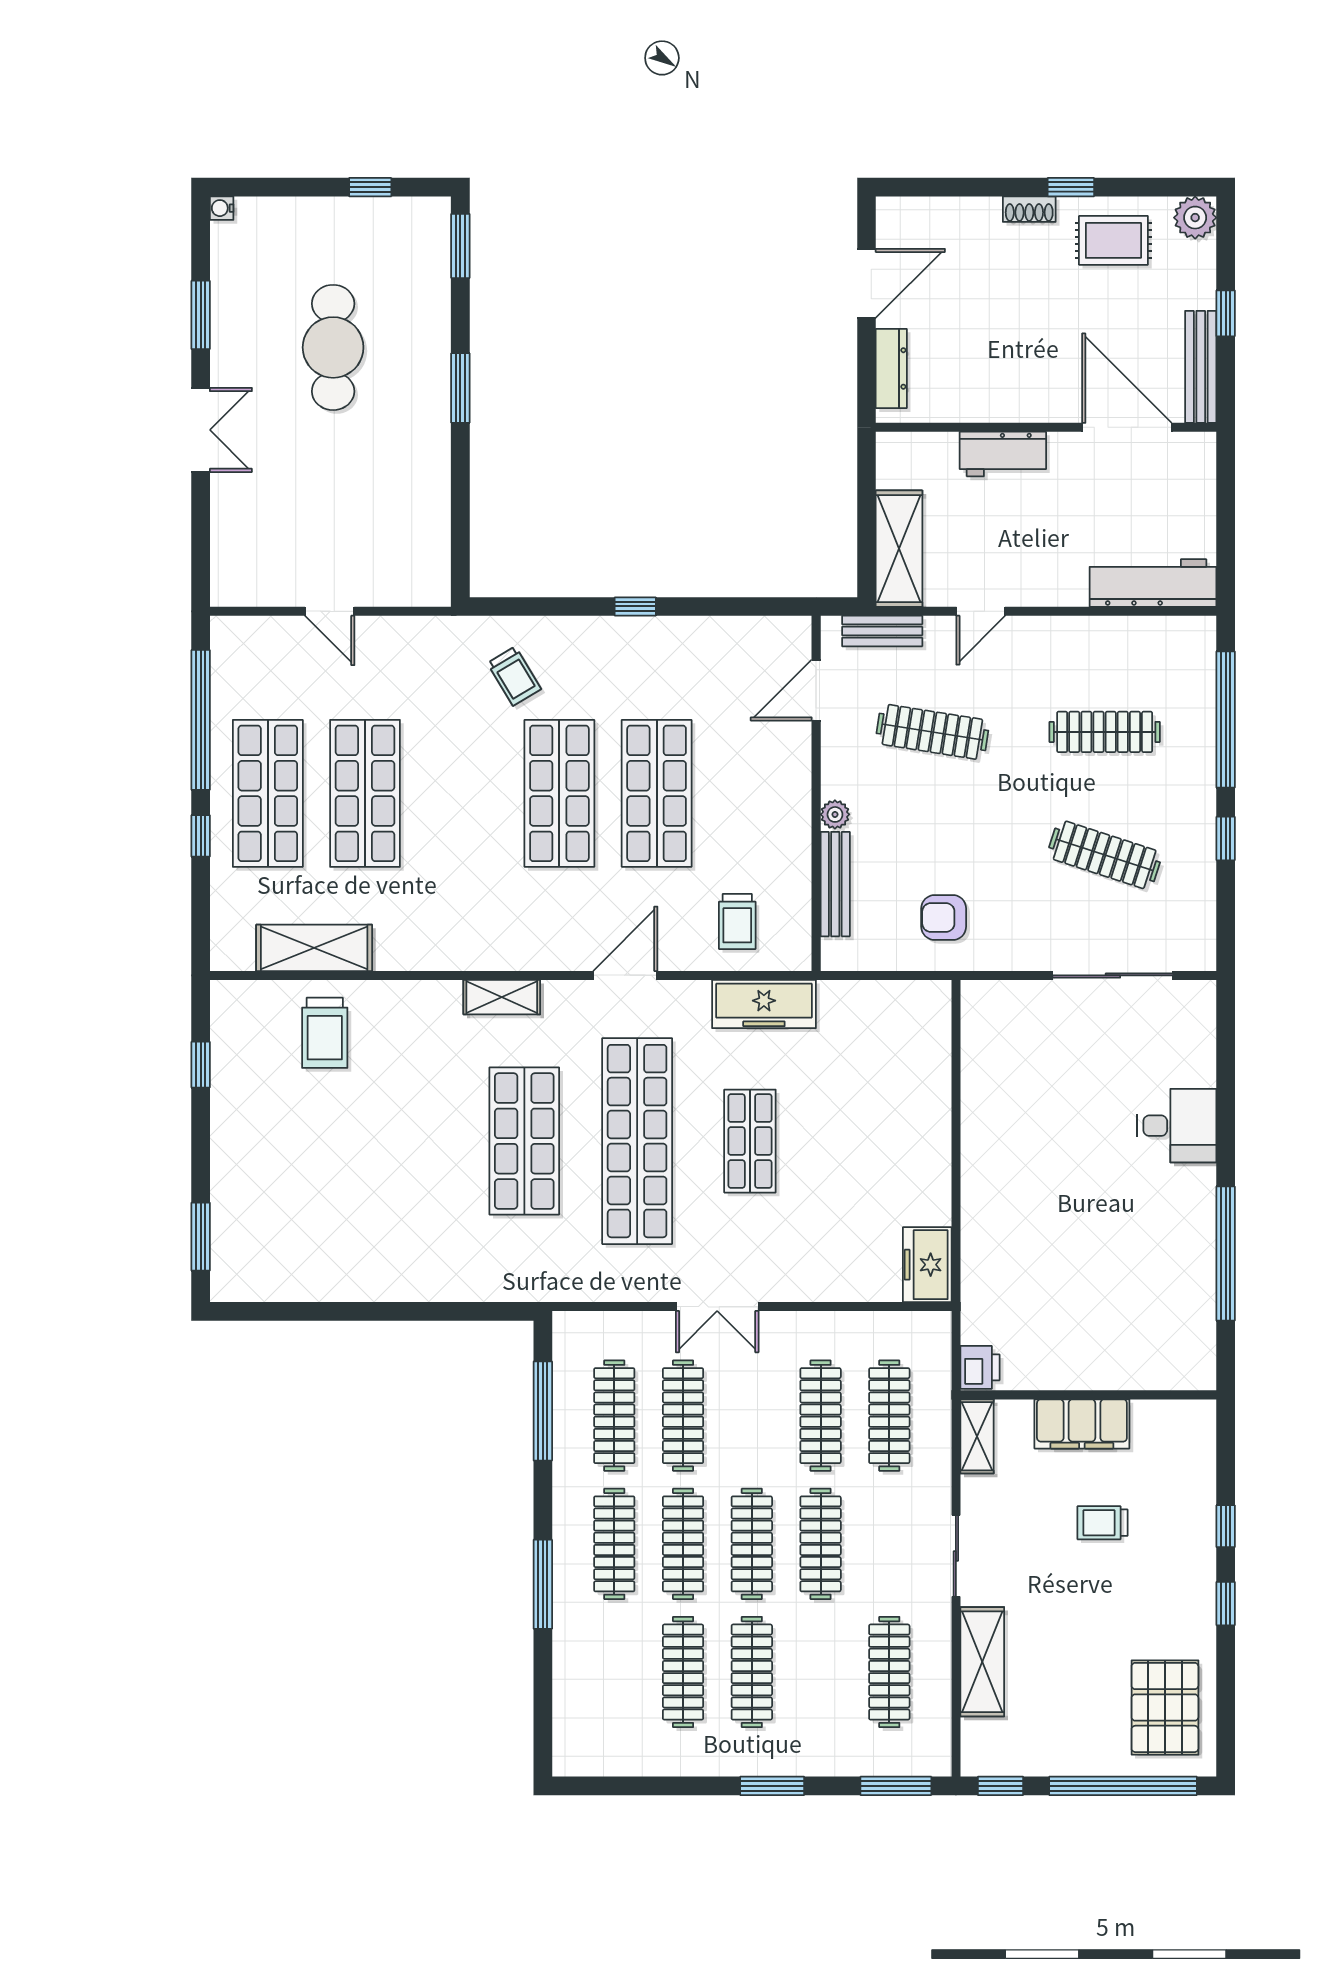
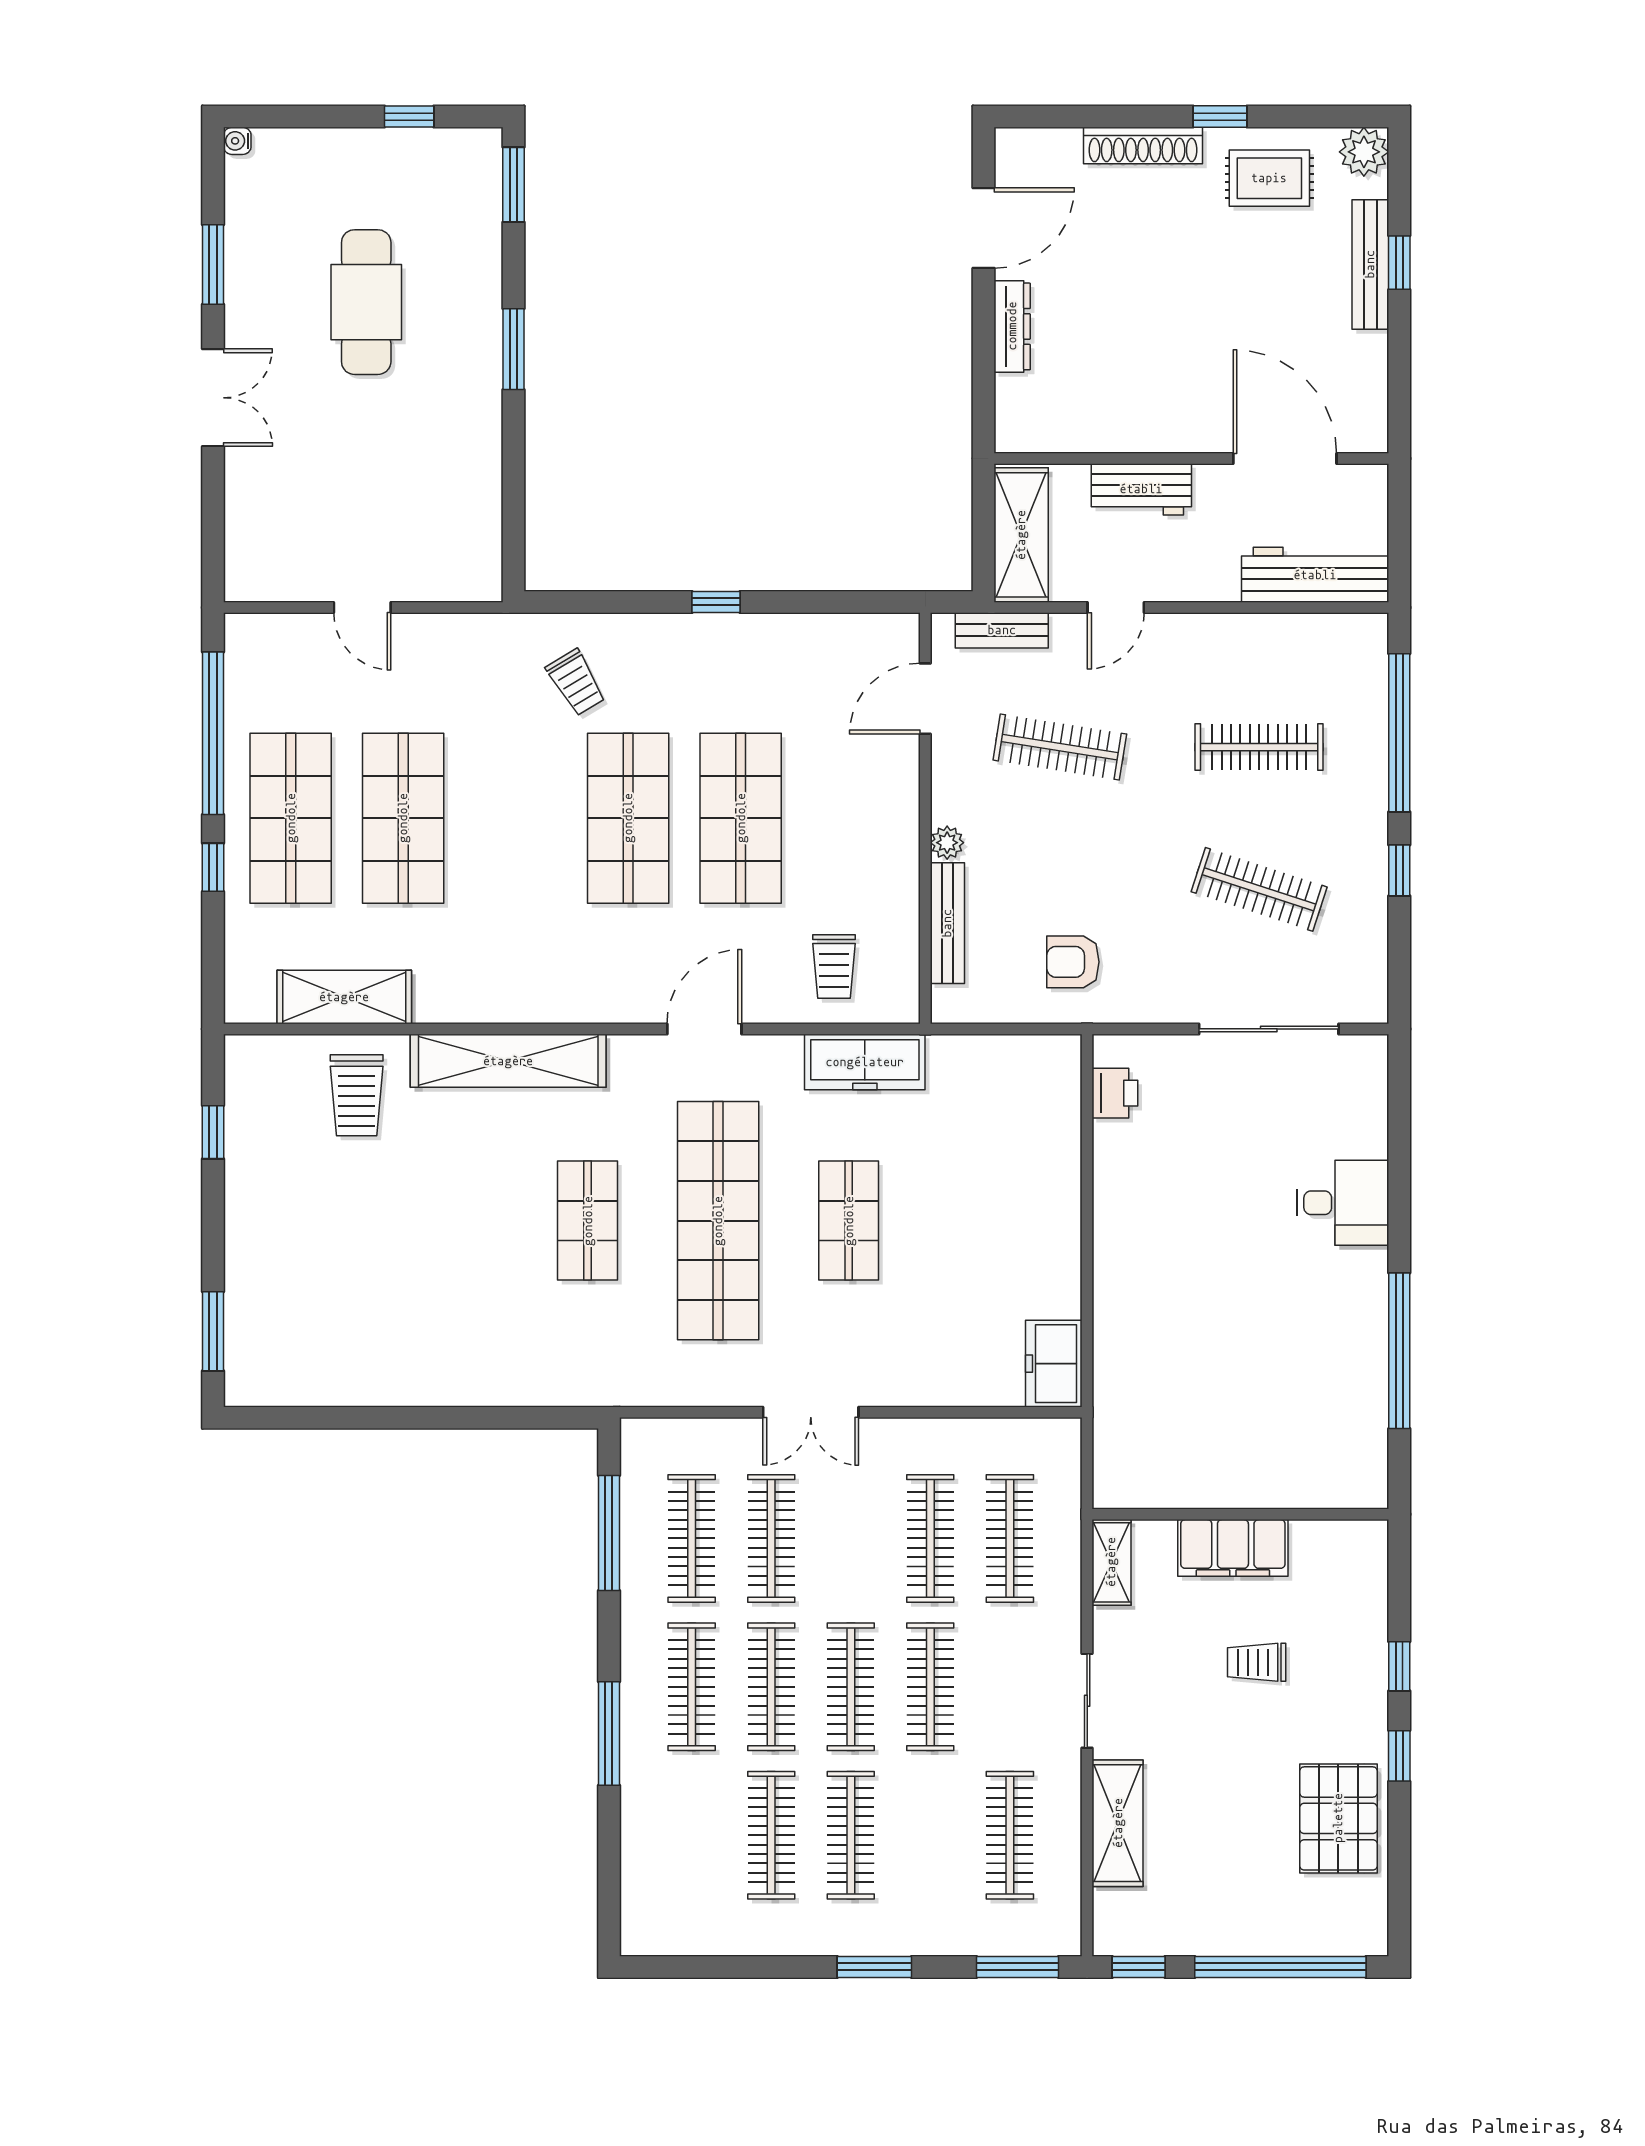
shoe rack: (1029, 209) -> (1143, 146), width x1.94, depth x1.24
bench: (1201, 367) -> (1370, 264), moved
wall: (1046, 427) -> (1191, 458), moved
door: (1127, 427) -> (1285, 458), moved
workbench: (1003, 454) -> (1141, 489), moved
shelving: (502, 997) -> (508, 1061), width x2.20, depth x1.33
shop shelf: (524, 1141) -> (588, 1221), width x0.70, depth x0.74
printer: (980, 1367) -> (1115, 1093), moved
pallet: (1165, 1707) -> (1338, 1818), moved

